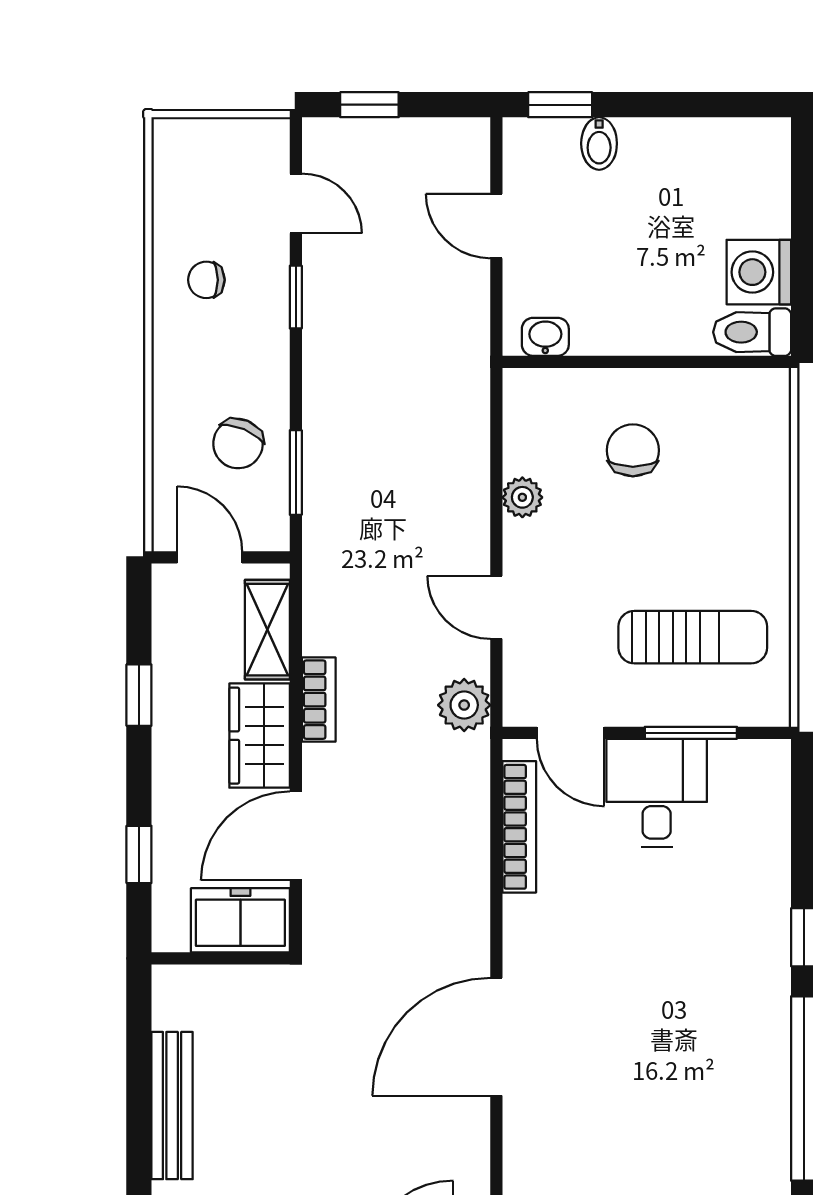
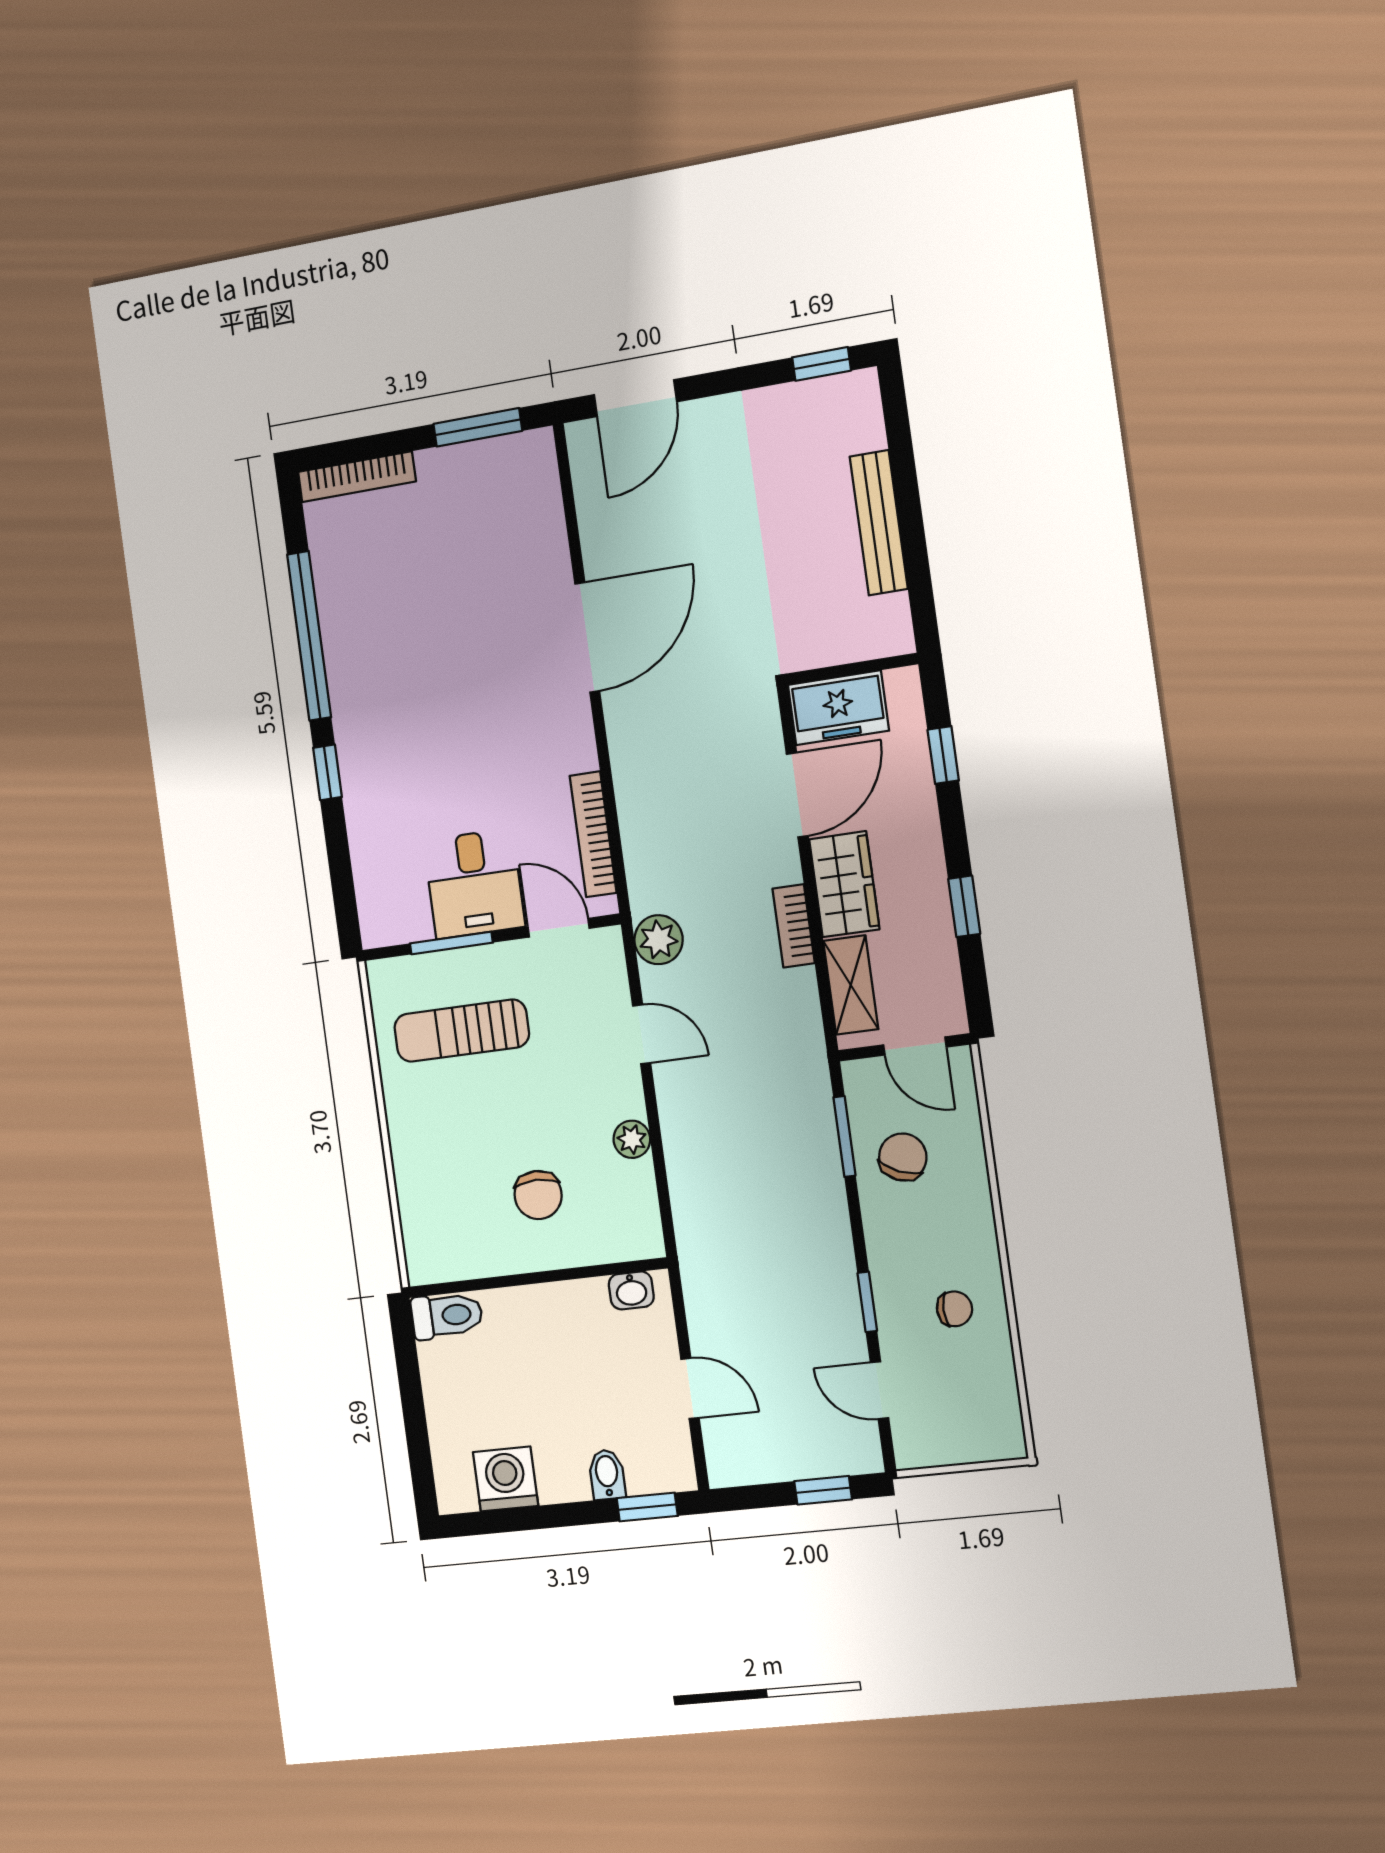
washing machine: (759, 272) -> (505, 1479), moved, turned -90

